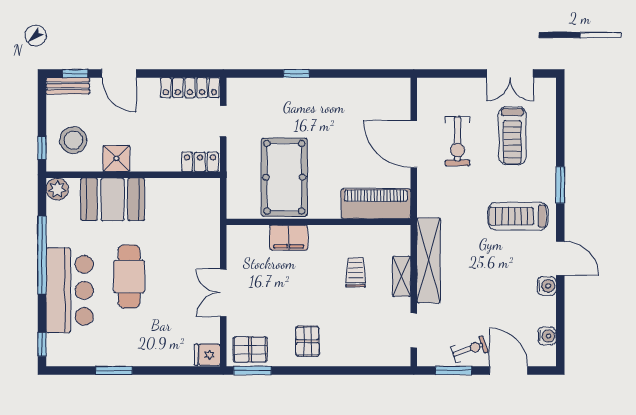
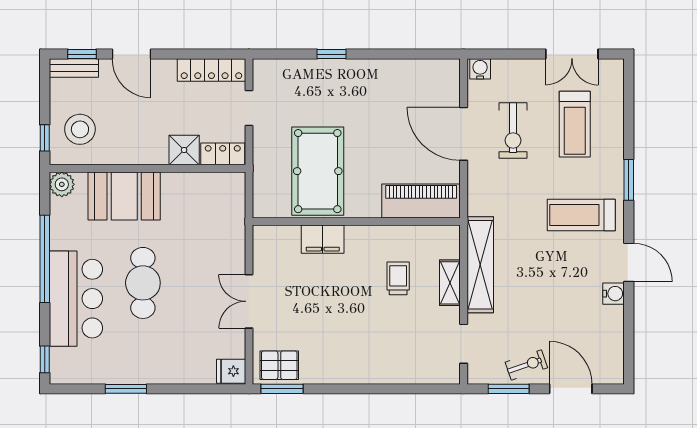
shower: (116, 159) -> (184, 150), moved
water cooler: (547, 336) -> (480, 69), moved, turned -90
pallet: (307, 341) -> (344, 356), removed

